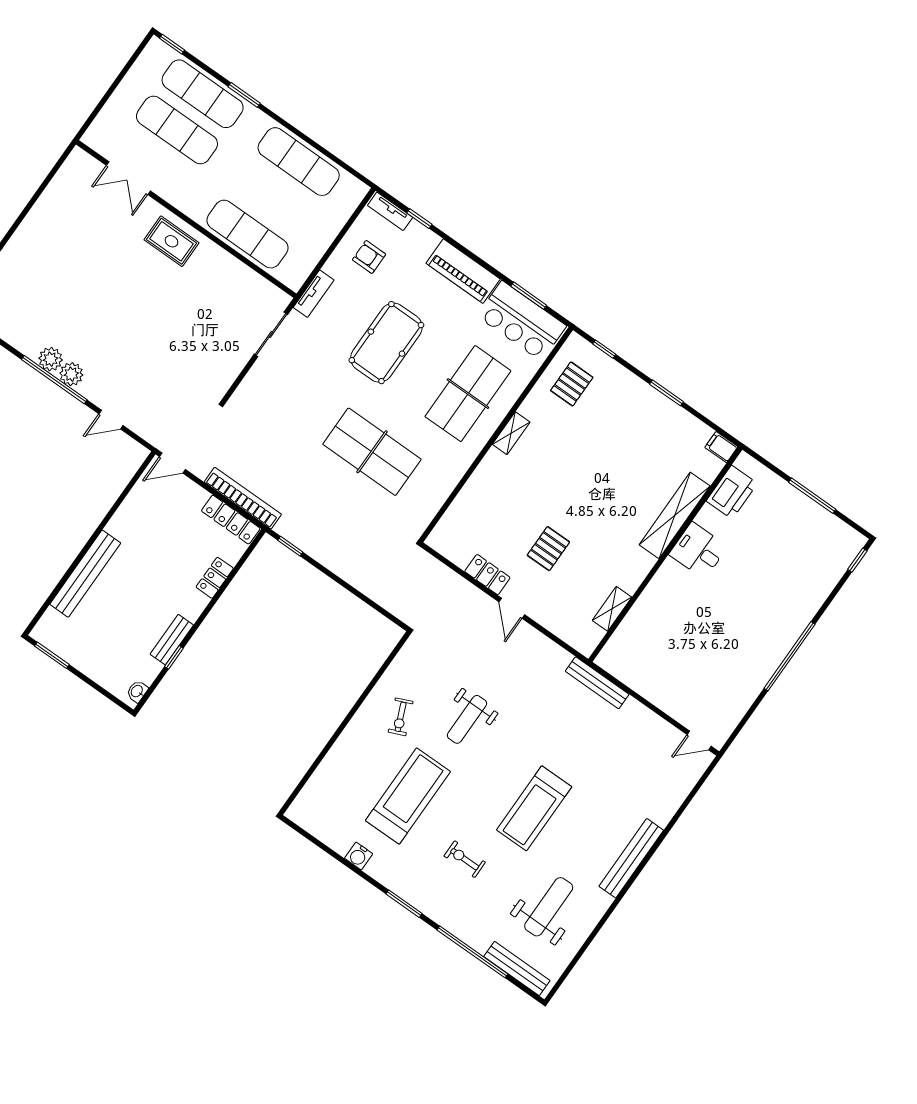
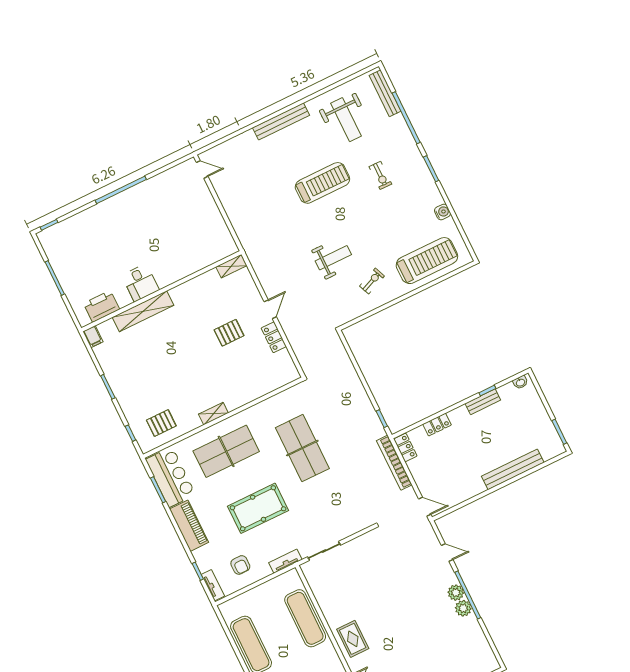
locker: (231, 520) -> (405, 448), width x0.66
shelving: (612, 609) -> (231, 266), moved
bench: (597, 683) -> (244, 237), removed
treadmill: (408, 796) -> (427, 261), moved, turned 180
weight bench: (549, 907) -> (346, 120), turned -90

